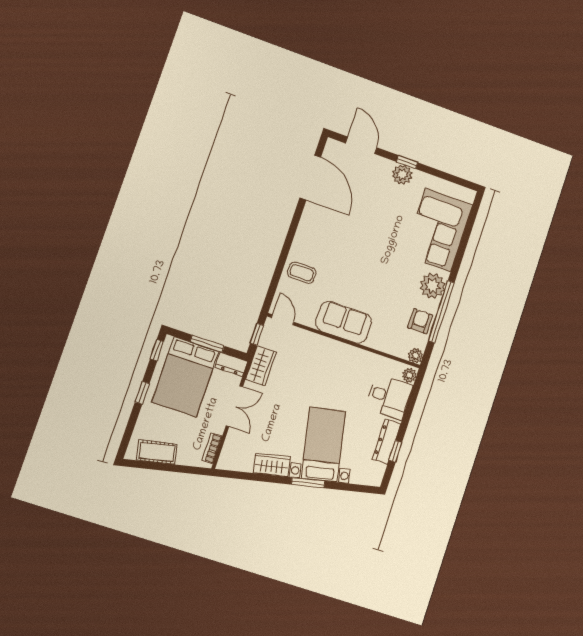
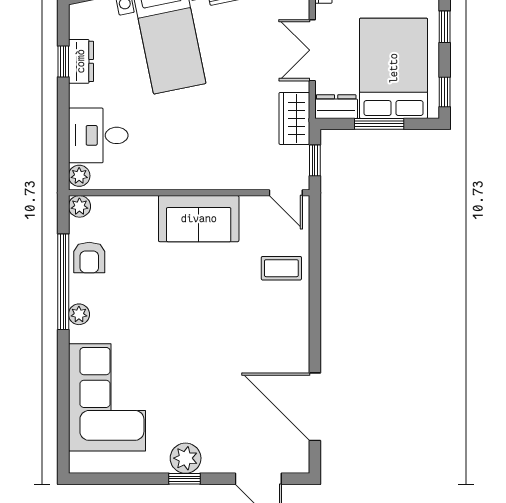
plant: (433, 286) -> (79, 314), width x0.53, depth x0.53
dresser: (386, 442) -> (81, 61), width x0.70

